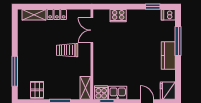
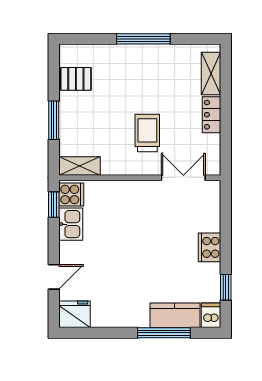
cooker: (118, 16) -> (210, 247), moved
kitchen counter: (168, 56) -> (175, 315), moved
window: (15, 71) -> (143, 39), moved

